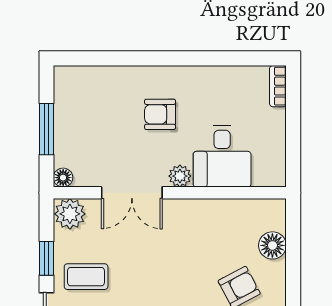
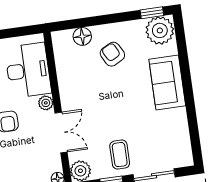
desk: (222, 156) -> (28, 70), width x1.37

